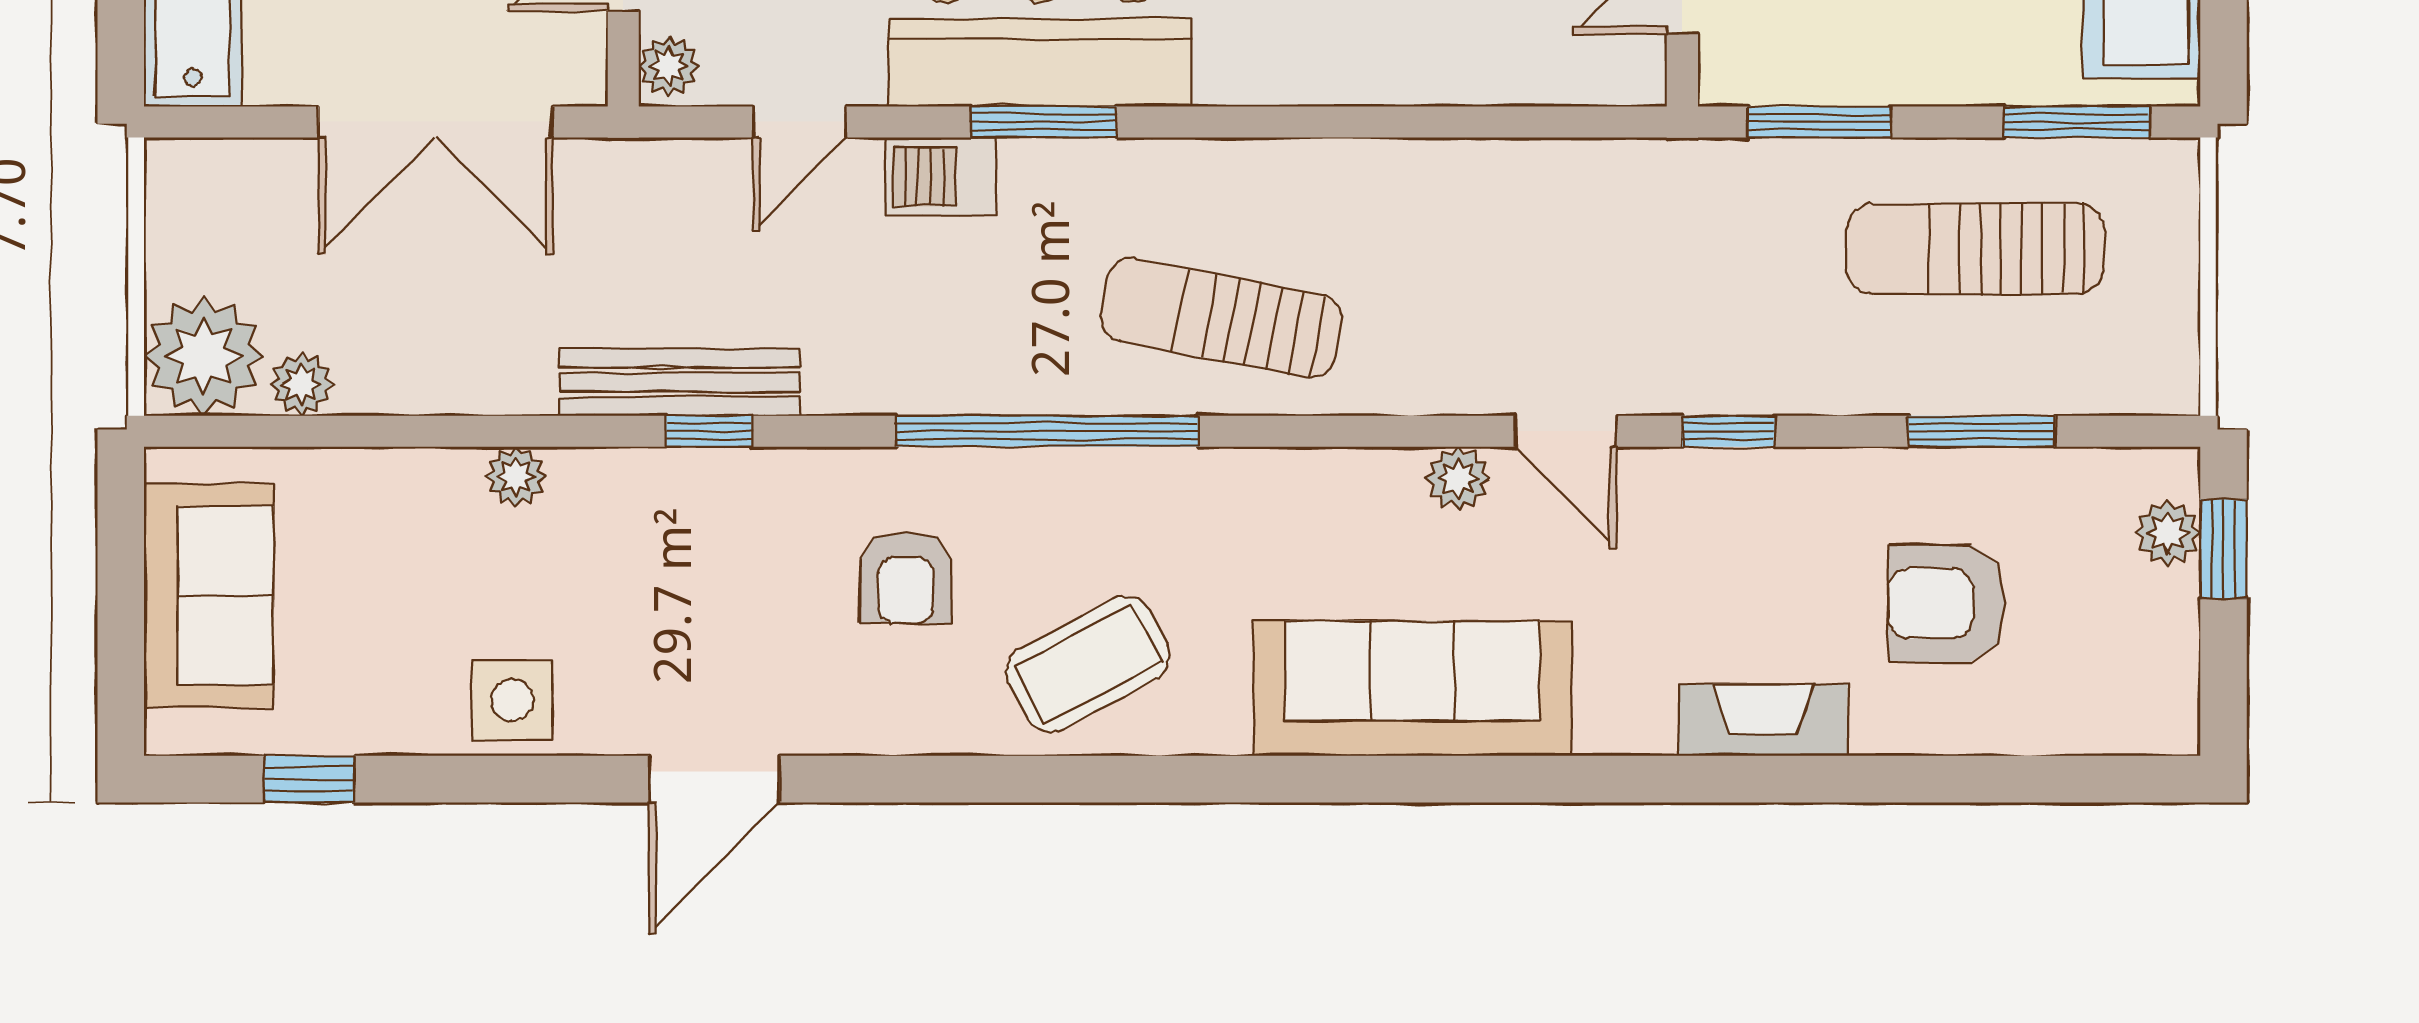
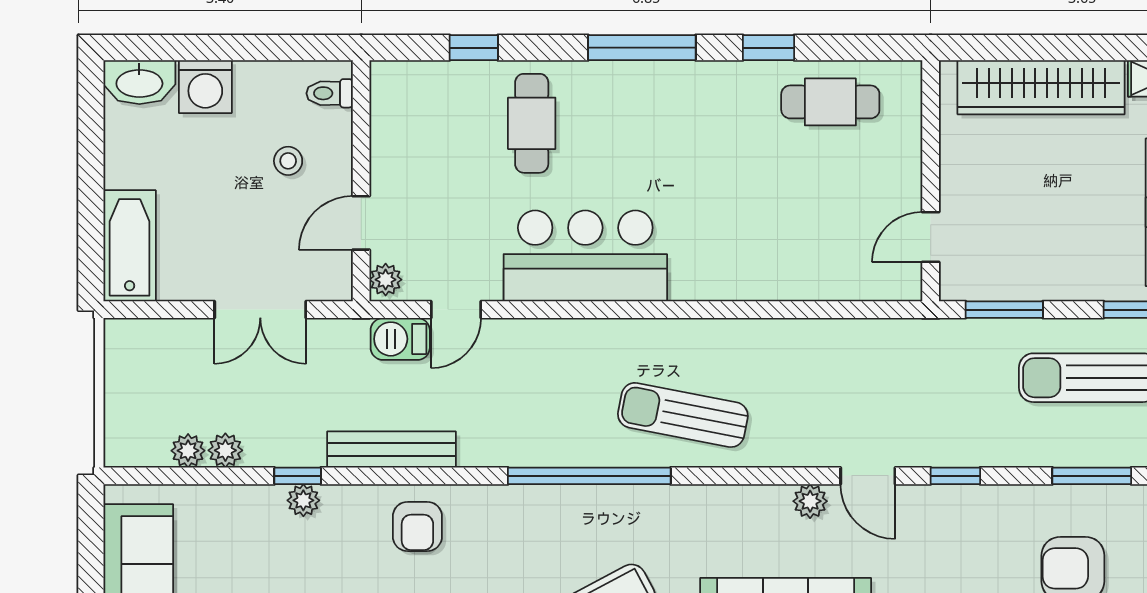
double door: (436, 122) -> (260, 310), width x0.73
window: (1044, 122) -> (587, 310), removed
barbecue: (941, 177) -> (400, 339), moved
plant: (204, 356) -> (225, 450), moved, width x0.53, depth x0.53
window: (709, 431) -> (298, 476), moved
armchair: (906, 577) -> (417, 526), moved

